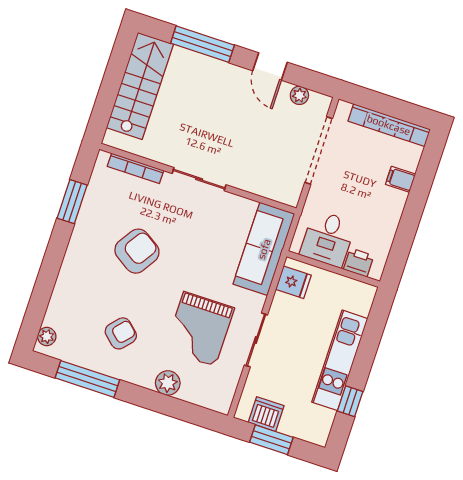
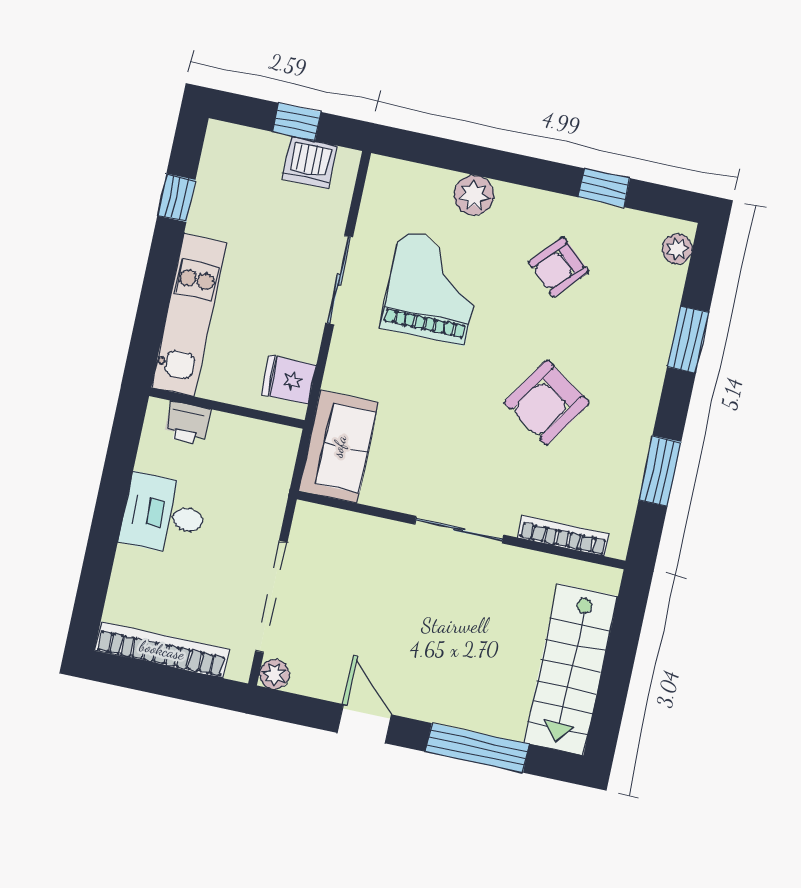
plant: (299, 95) -> (274, 674), moved
filing cabinet: (401, 179) -> (134, 565), removed
desk: (328, 239) -> (164, 515), moved, turned -90
sofa: (264, 249) -> (339, 446), width x0.73
window: (46, 280) -> (688, 340), added
kitchen unit: (340, 360) -> (189, 315), moved
window: (87, 379) -> (604, 188), width x0.46
window: (271, 440) -> (297, 122), width x0.67

